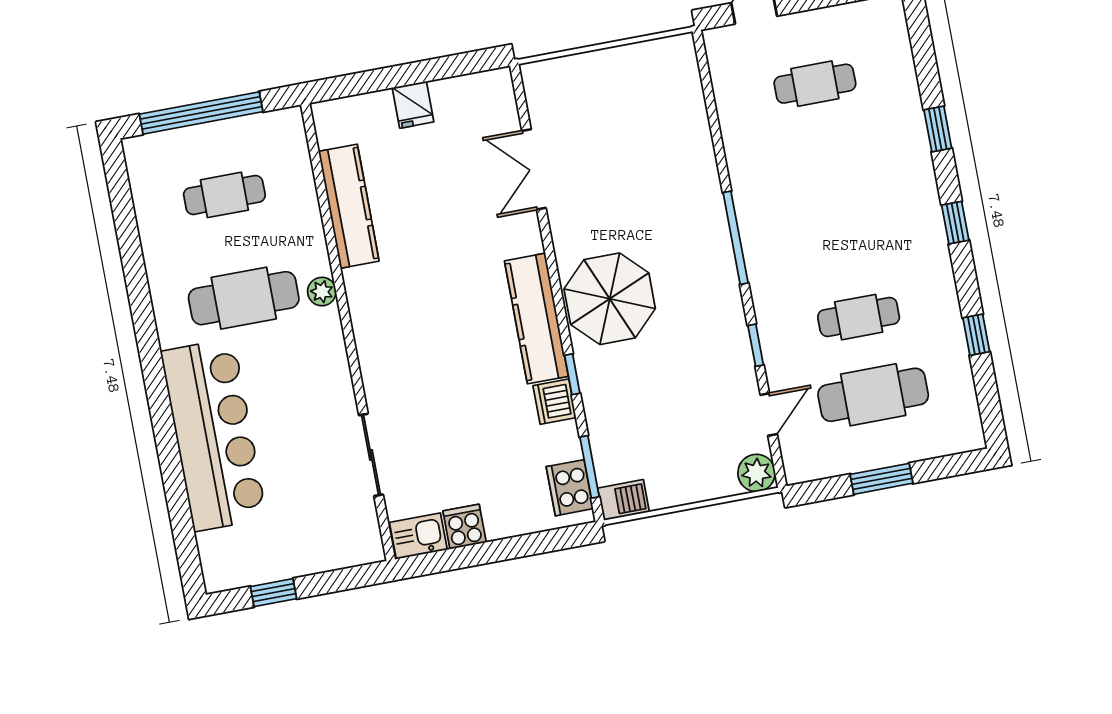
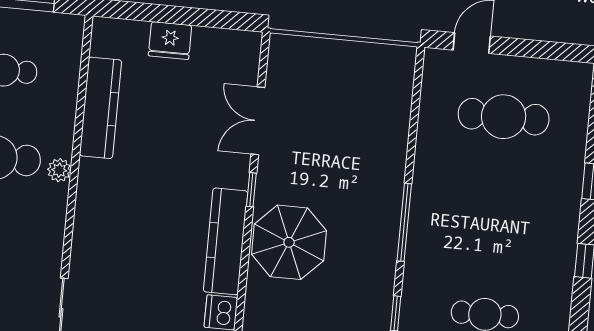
cafe table: (815, 84) -> (504, 117), width x1.37, depth x1.35
fridge: (413, 105) -> (170, 40), width x1.38
window: (572, 374) -> (251, 190), moved

